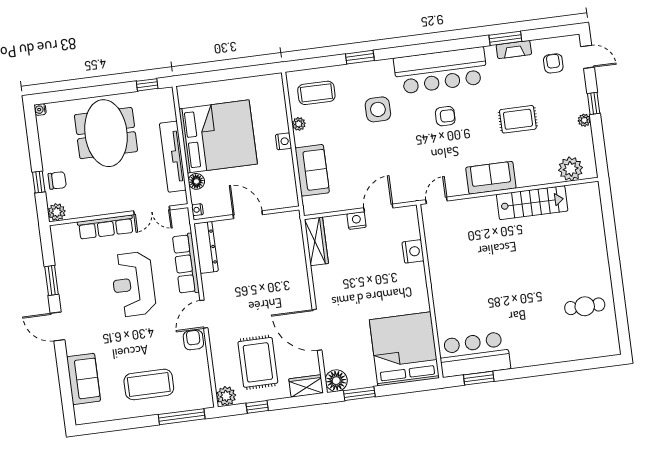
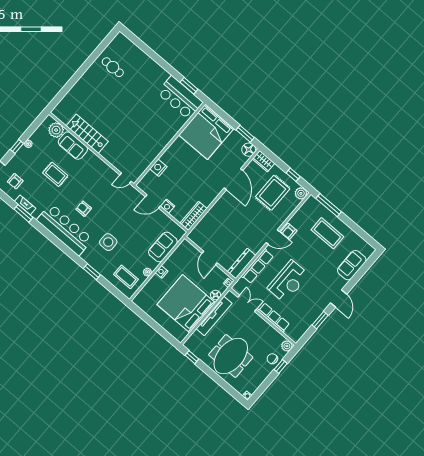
sofa: (491, 178) -> (73, 146), moved

